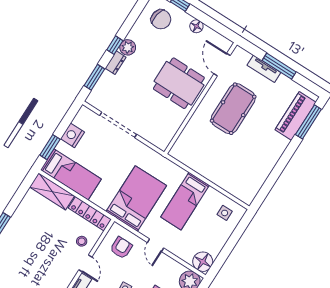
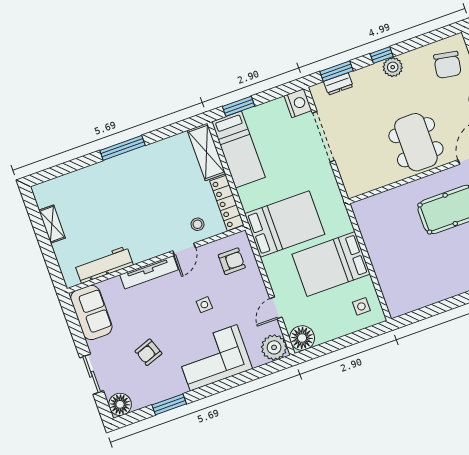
dresser: (116, 63) -> (338, 84), moved
nightstand: (72, 135) -> (298, 103), moved, turned 90
bed: (185, 201) -> (331, 264), width x1.50
door: (156, 245) -> (276, 308), moved

